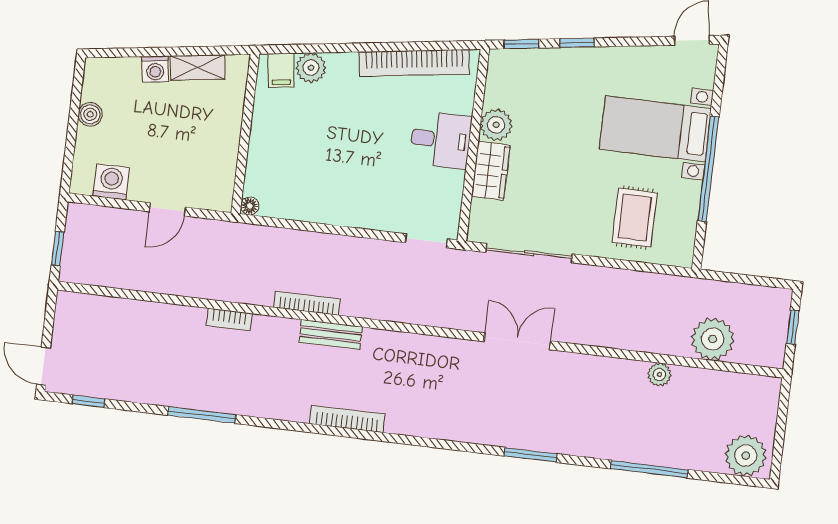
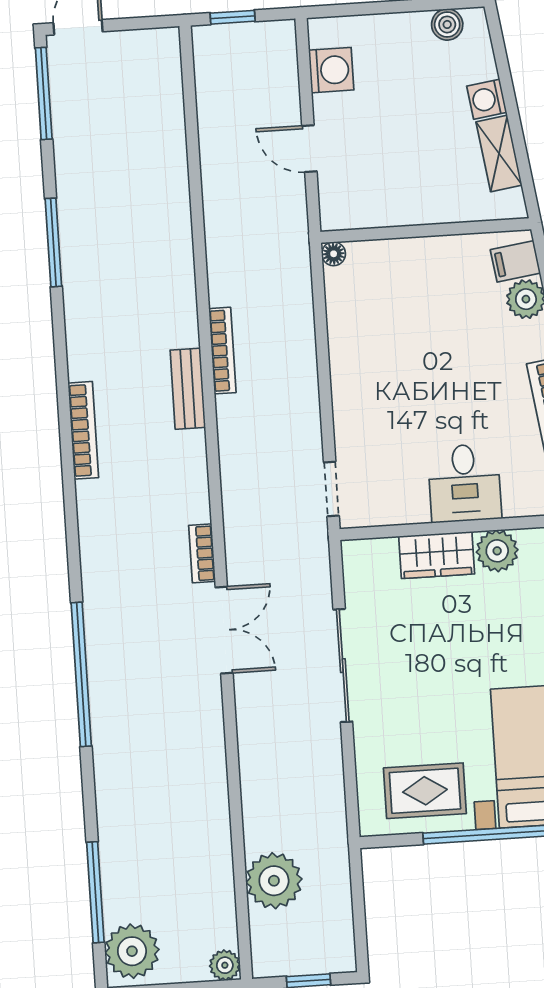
boiler: (90, 114) -> (447, 24), moved
rug: (635, 218) -> (425, 791), moved
sliding door: (529, 253) -> (343, 666), moved
bookcase: (229, 319) -> (202, 553), moved
plant: (659, 375) -> (225, 965), moved
window: (88, 401) -> (44, 93), width x2.17
window: (531, 455) -> (81, 674), width x2.11
window: (649, 469) -> (95, 892), moved

